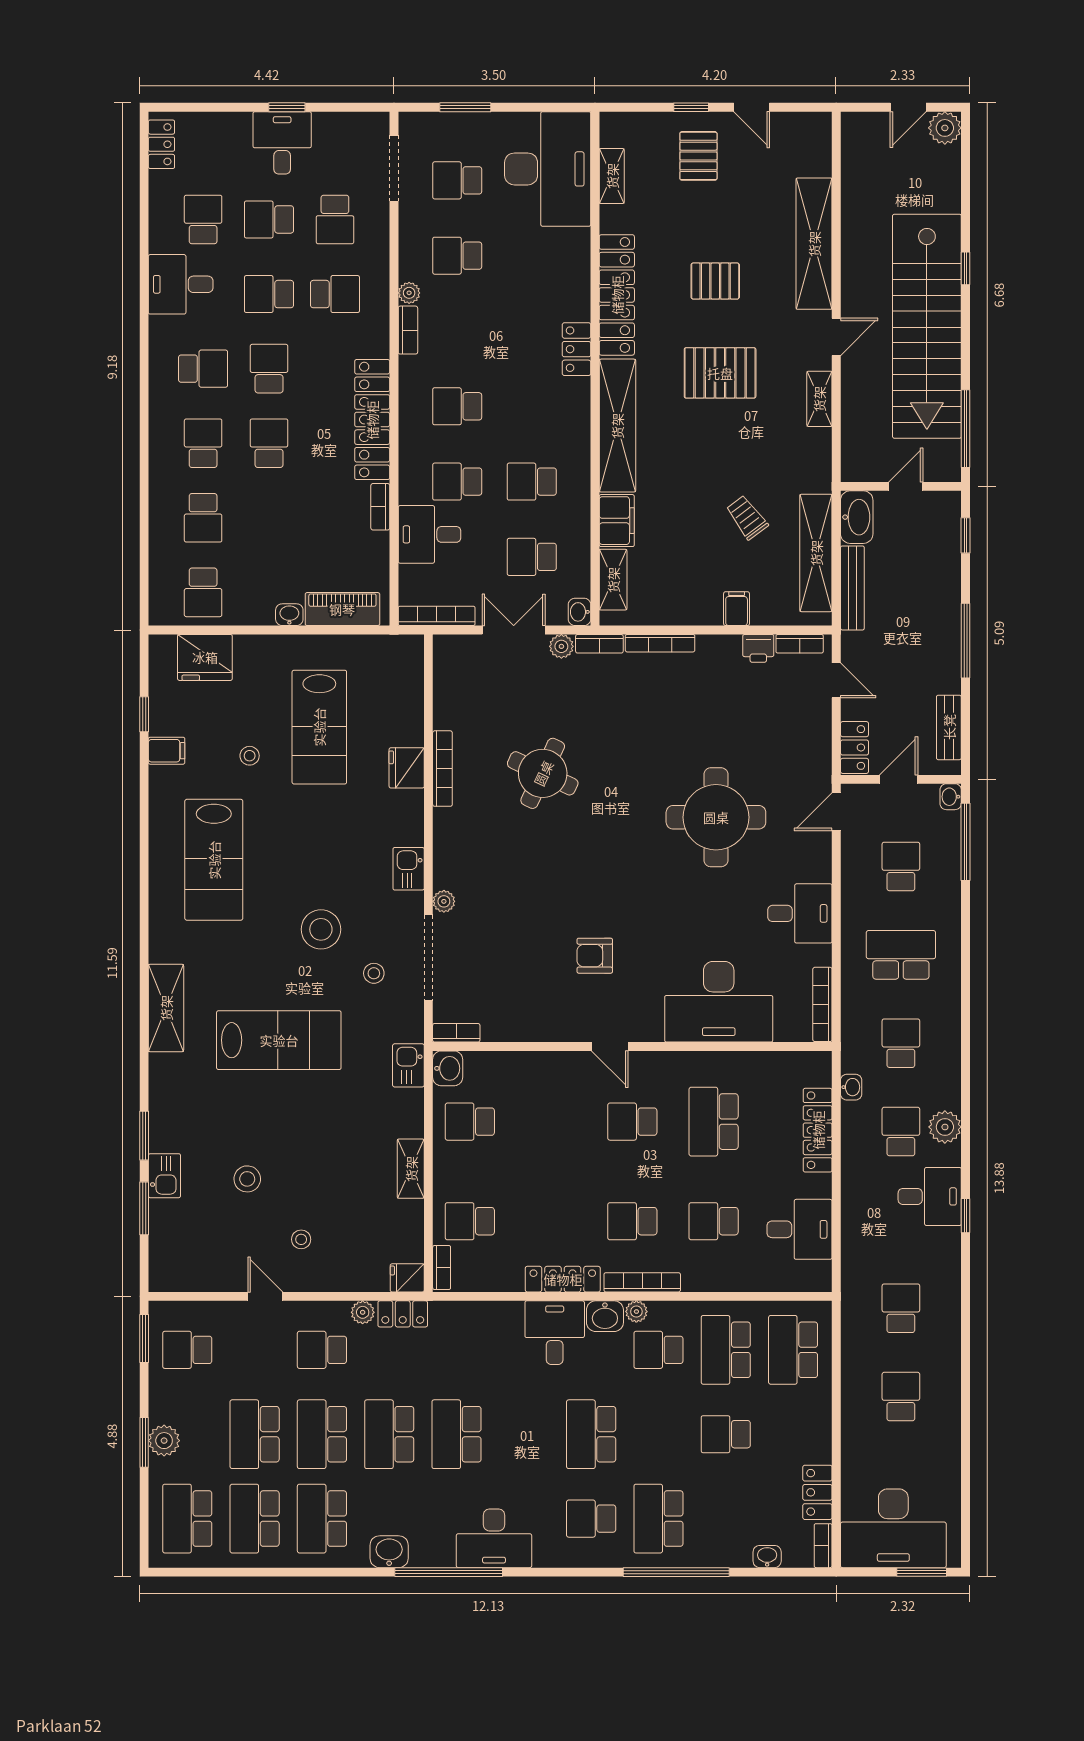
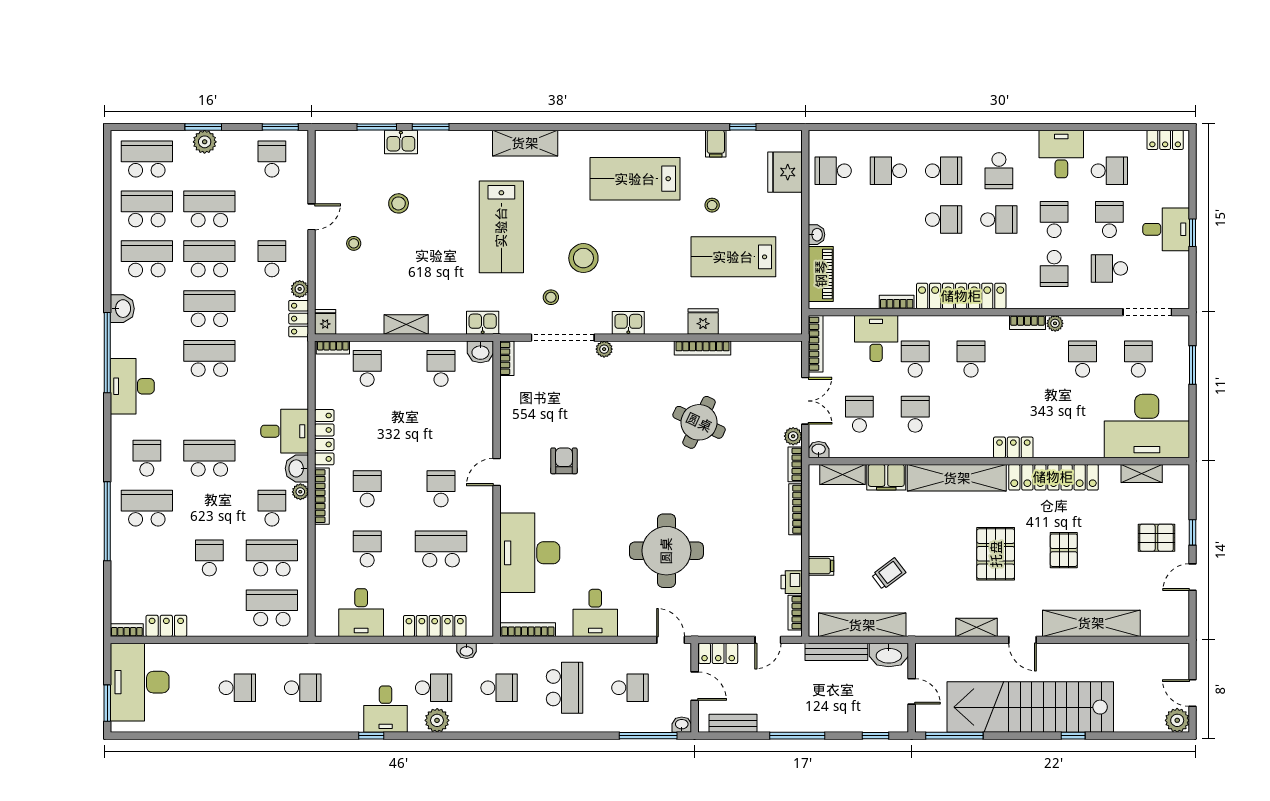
washbasin: (767, 1557) -> (119, 589), removed

